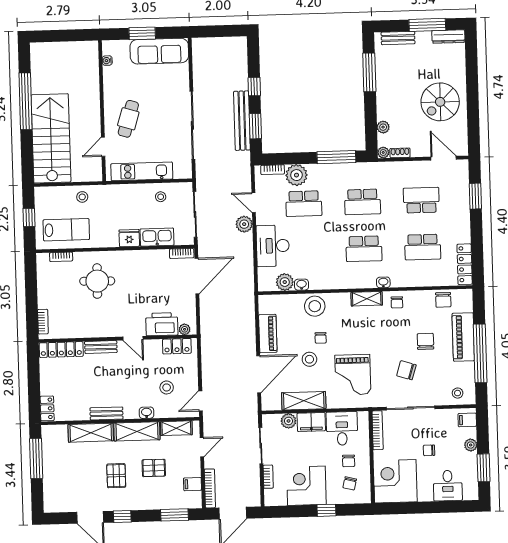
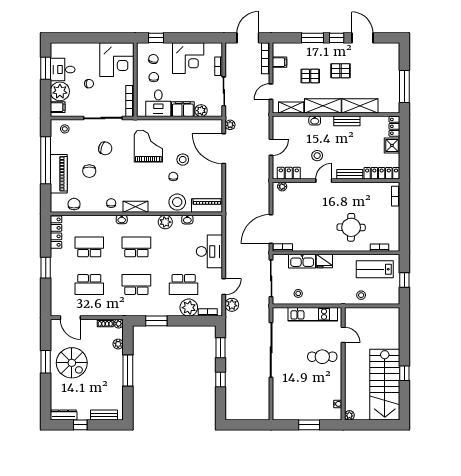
window: (427, 25) -> (80, 425), width x0.46
plant: (92, 47) -> (349, 415), added
sofa: (159, 51) -> (296, 410), removed
window: (369, 72) -> (128, 370), moved
window: (26, 101) -> (404, 373), width x0.32
spiral stairs: (440, 102) -> (72, 363), turned 90
window: (473, 102) -> (46, 362), added
cafe table: (128, 119) -> (322, 357), turned 73
bench: (242, 121) -> (231, 353), removed
stairs: (51, 138) -> (385, 385), moved
door: (103, 147) -> (343, 335), hinge flipped
window: (336, 157) -> (156, 321), width x0.69
window: (475, 196) -> (46, 268), moved
door: (254, 203) -> (224, 287), hinge flipped
school desk: (304, 204) -> (184, 284), turned 180
plant: (244, 224) -> (232, 305), moved
plant: (285, 282) -> (165, 222), moved
printer: (162, 324) -> (300, 191), removed
piano: (268, 334) -> (207, 205), moved, turned 90
door: (133, 338) -> (324, 181), hinge flipped
door: (259, 374) -> (224, 149), hinge flipped
shower: (49, 385) -> (392, 145), added
stool: (167, 387) -> (317, 156), moved
door: (201, 401) -> (271, 147), moved
shelving: (304, 401) -> (188, 126), removed
plant: (252, 404) -> (230, 125), added
plant: (471, 445) -> (60, 91), width x1.87, depth x1.87
pallet: (116, 476) -> (340, 71), turned 90
desk: (448, 486) -> (63, 70), moved, turned -90
window: (326, 510) -> (156, 38), moved
window: (175, 515) -> (313, 38), moved

